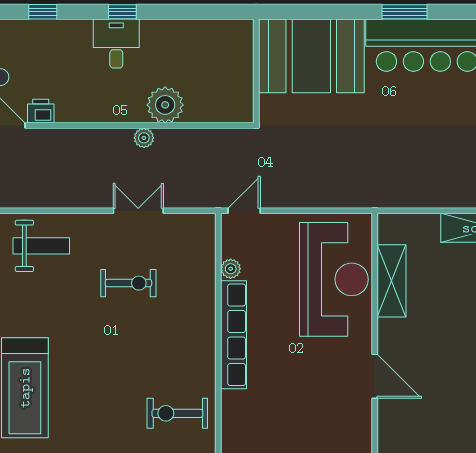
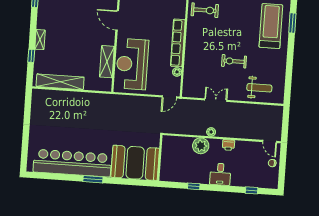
window: (122, 12) -> (194, 186), moved
printer: (41, 111) -> (228, 145), moved
double door: (138, 211) -> (216, 100), swing flipped
weight bench: (41, 246) -> (259, 88), turned 180
exercise bike: (128, 283) -> (234, 61), moved

